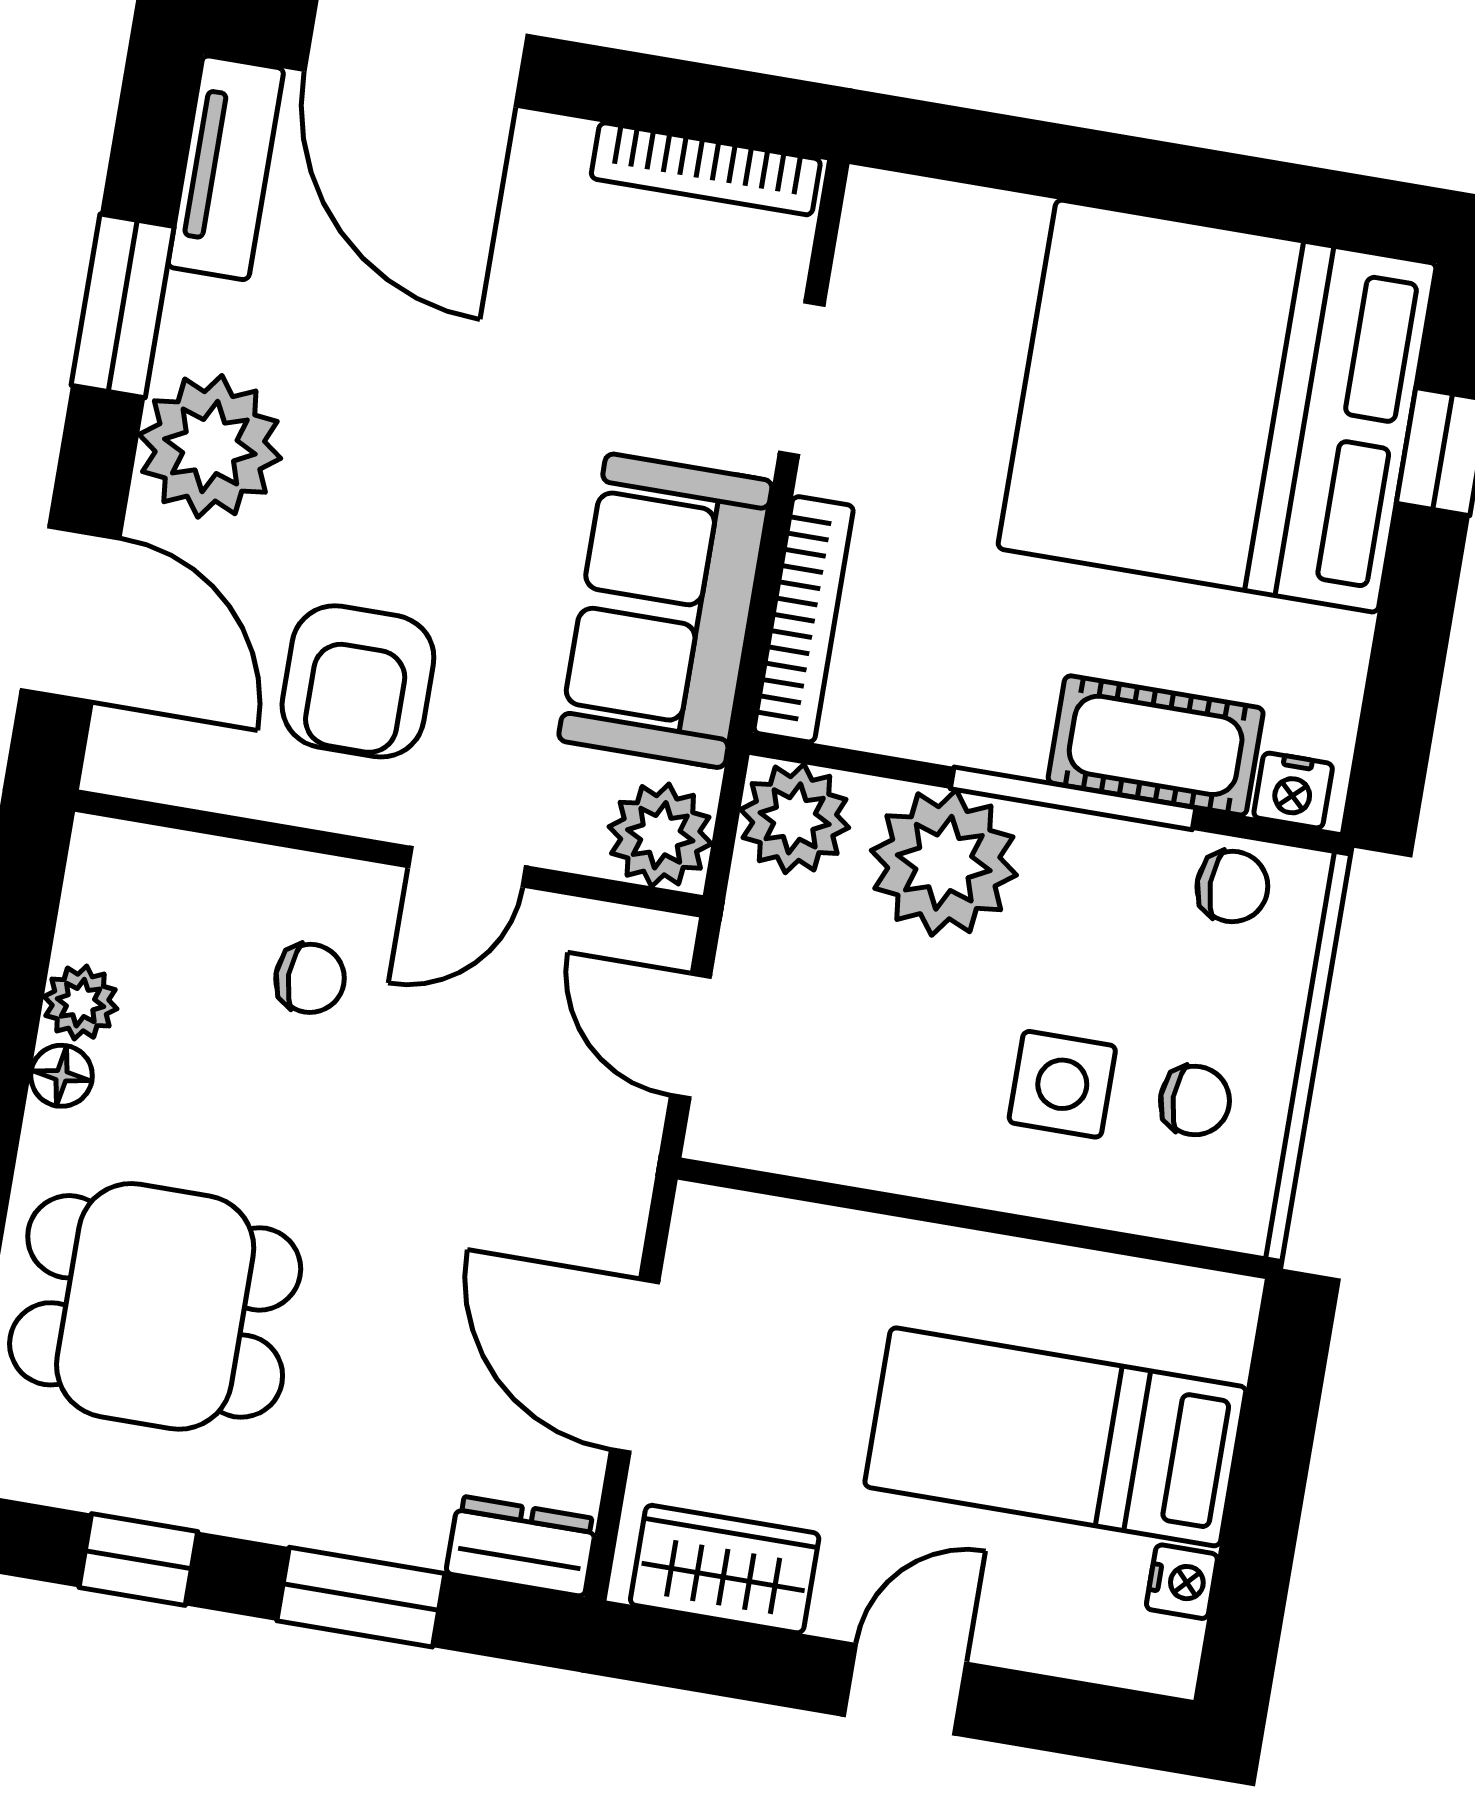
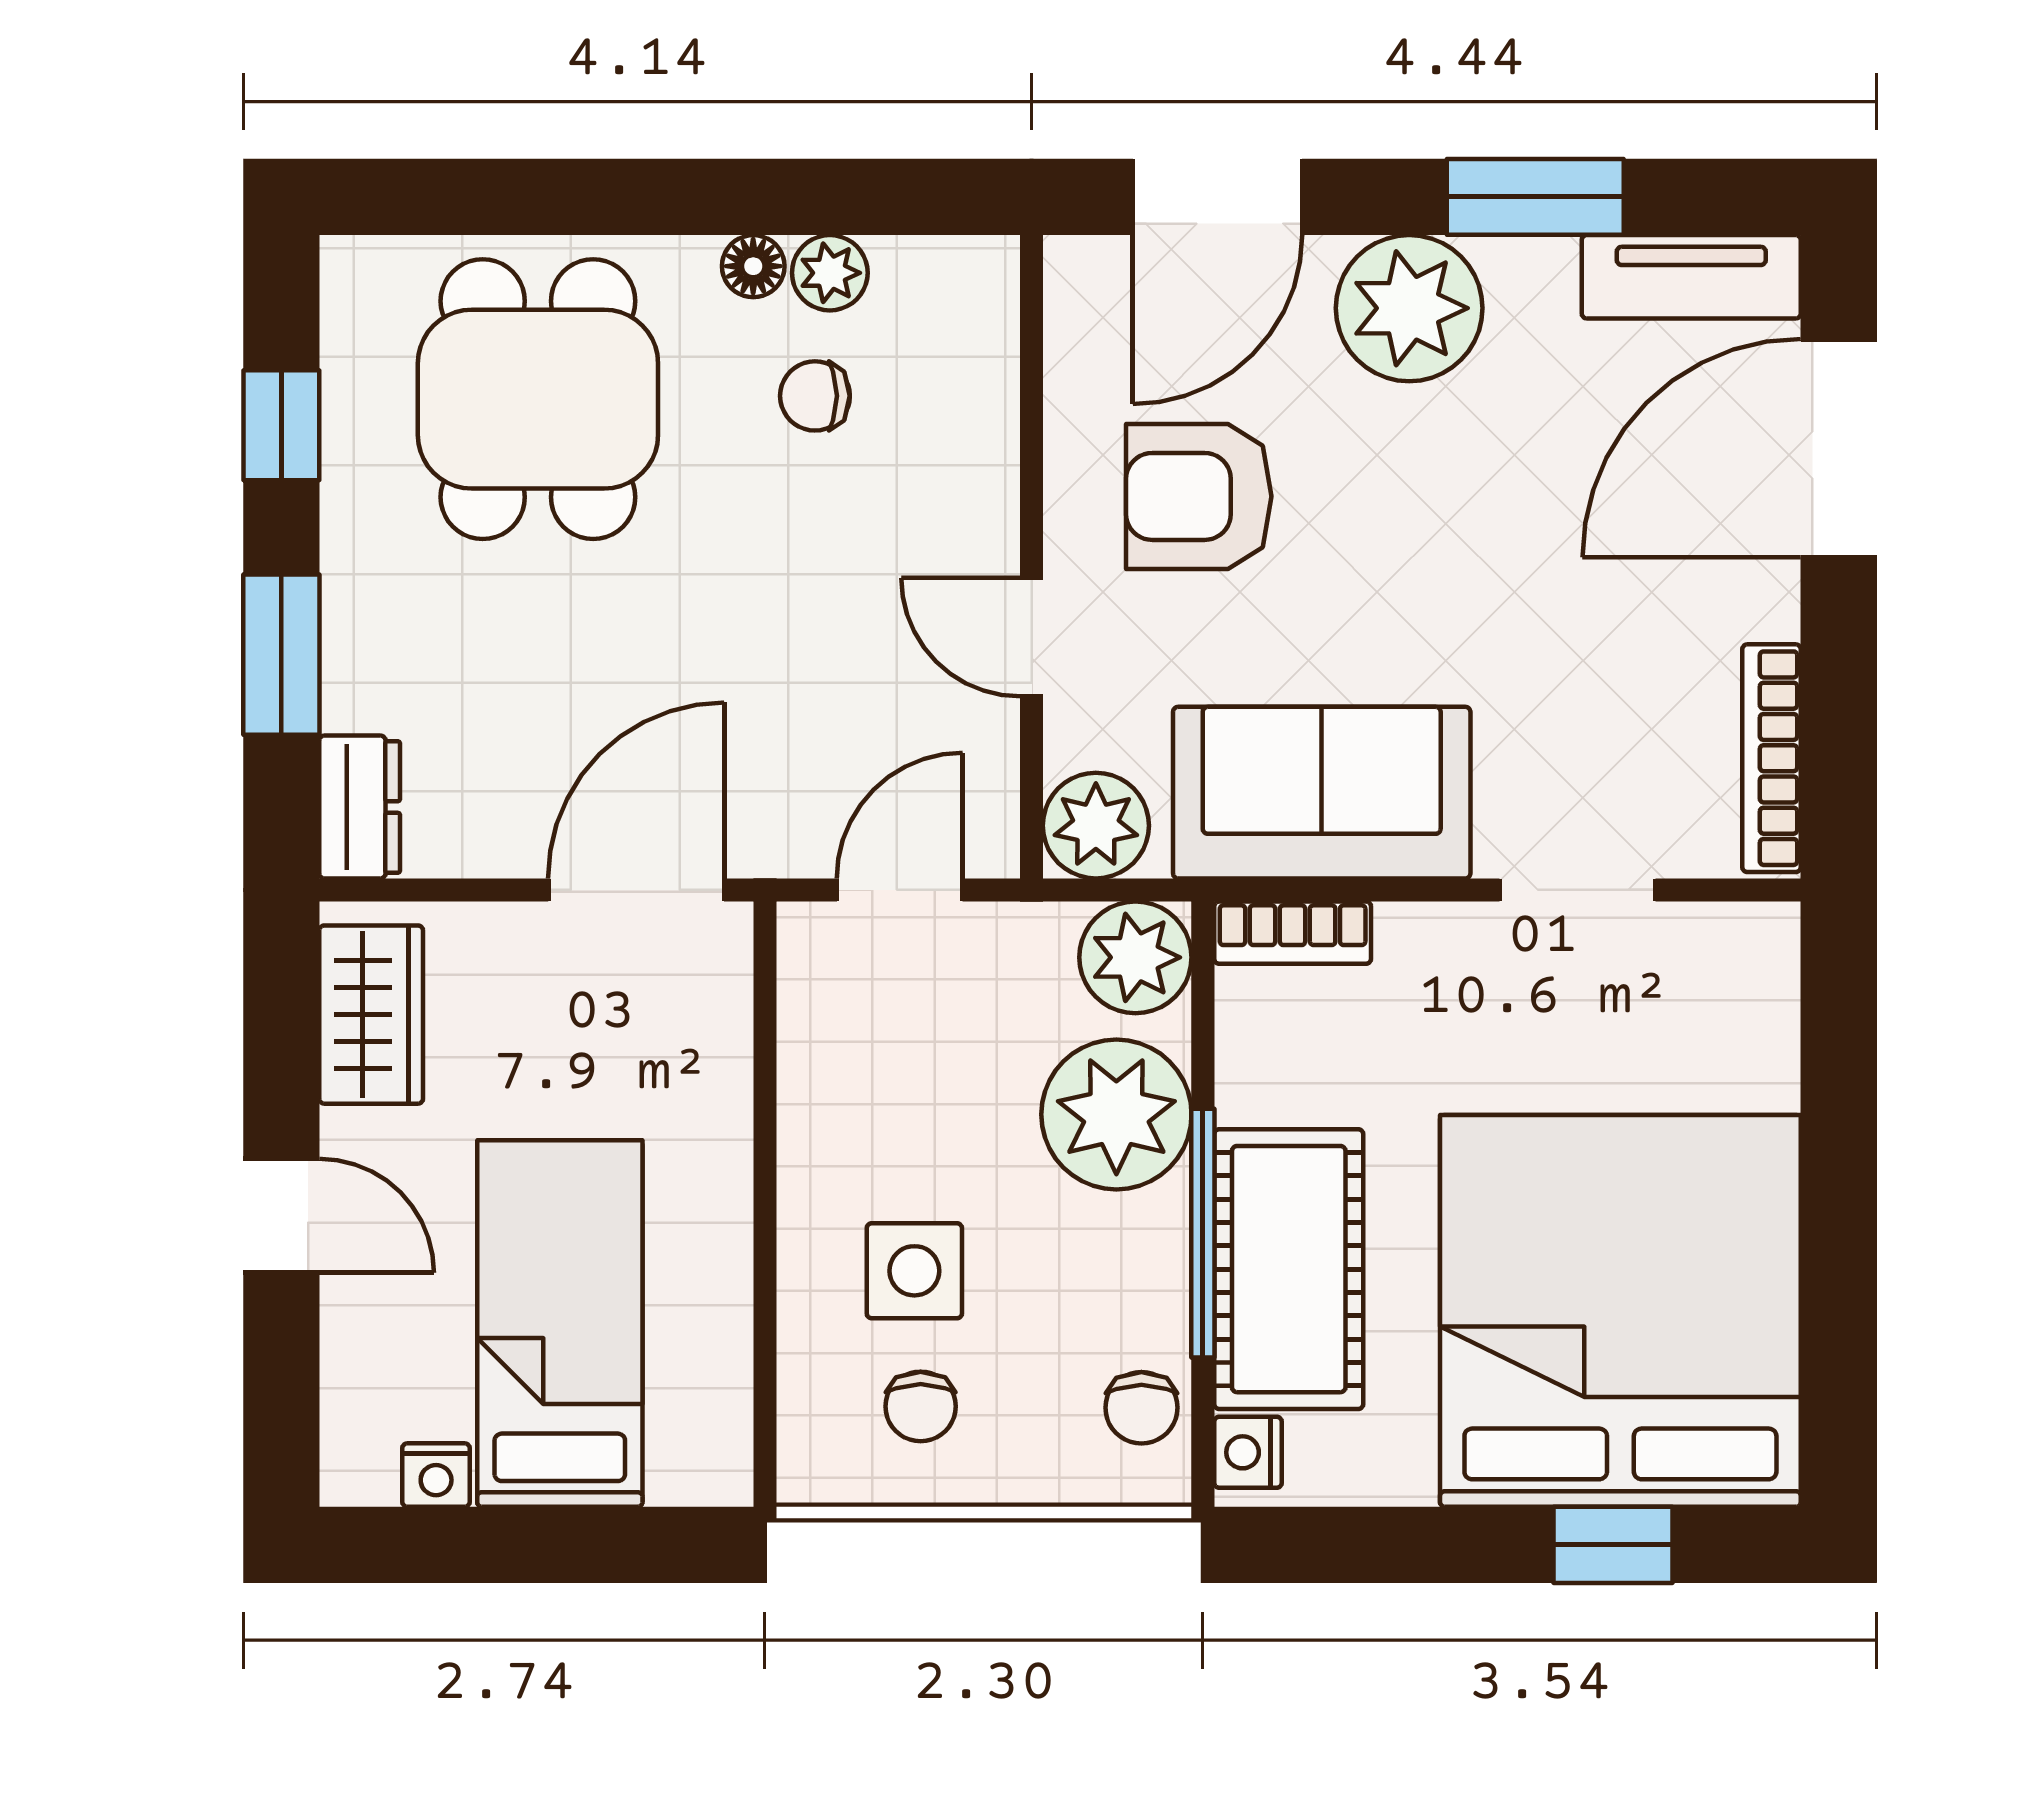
bookcase: (804, 619) -> (1293, 933), width x0.64
cot: (1156, 745) -> (1289, 1269), width x1.37, depth x1.34
chair: (310, 978) -> (815, 396), moved, turned 90
door: (635, 1366) -> (636, 890), moved

